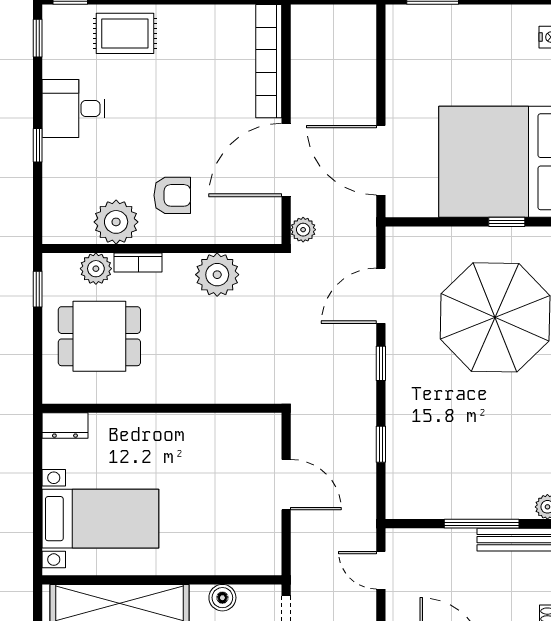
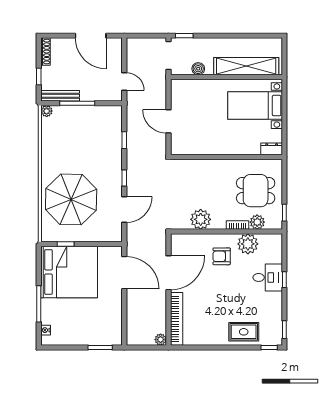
desk: (74, 109) -> (268, 277), moved
plant: (303, 230) -> (161, 340), moved

